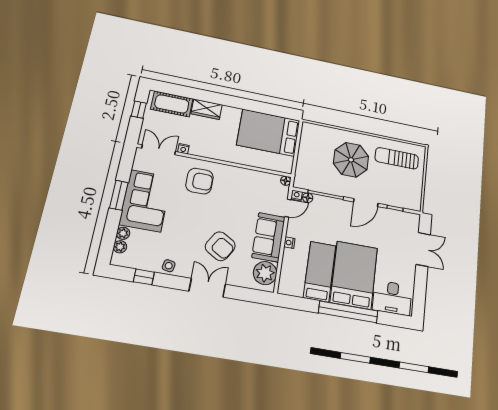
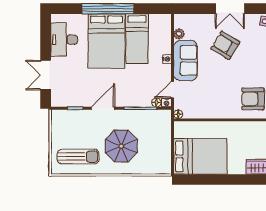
plant: (265, 273) -> (179, 34), width x0.53, depth x0.53
desk: (392, 298) -> (64, 40), moved, turned -90

